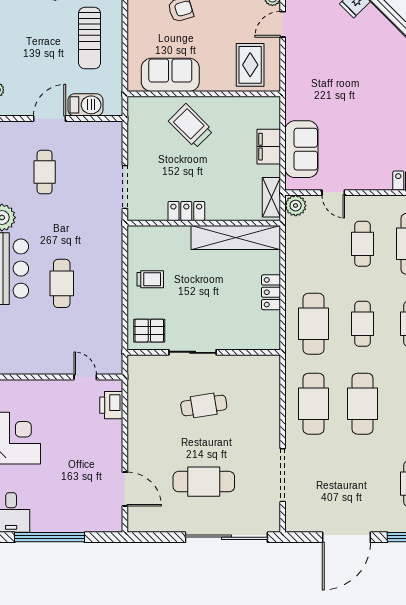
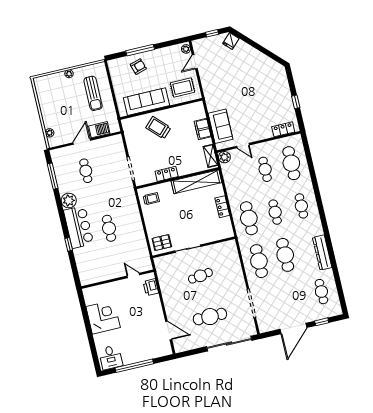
rug: (250, 65) -> (182, 88), turned 90
sofa: (170, 75) -> (146, 102), width x1.36
trolley: (150, 279) -> (151, 199), moved

